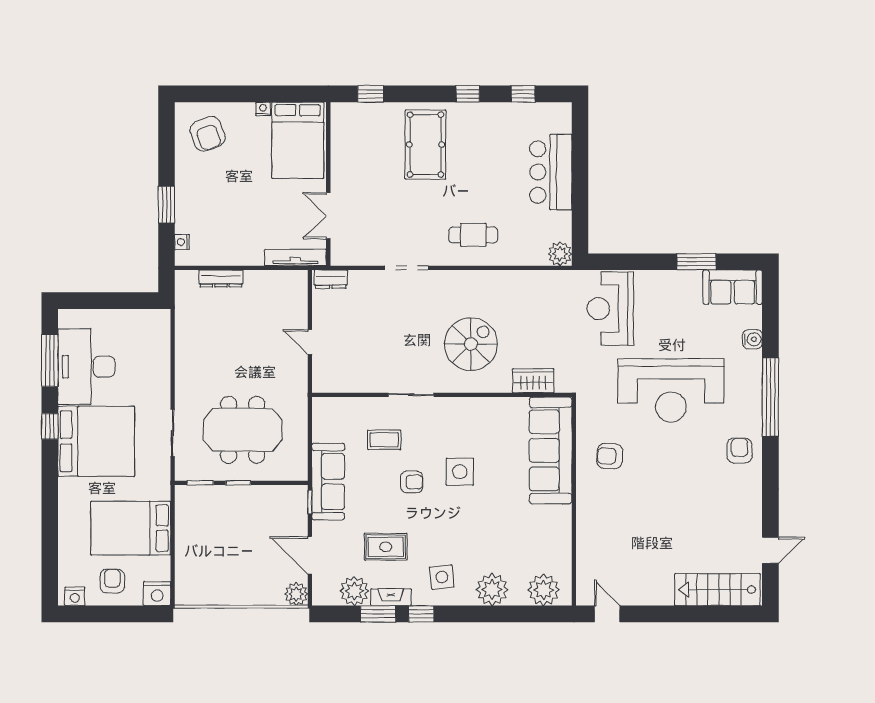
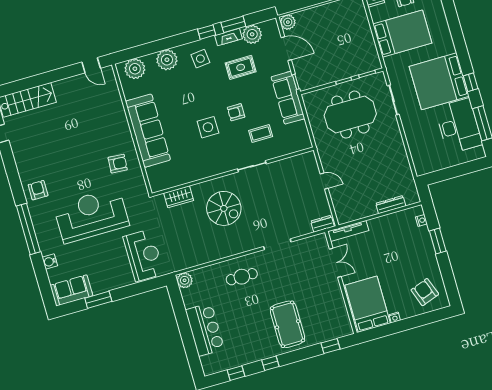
spiral stairs: (471, 344) -> (224, 208), turned -90
sofa: (551, 450) -> (148, 131), moved
armchair: (740, 451) -> (38, 190), turned 180

